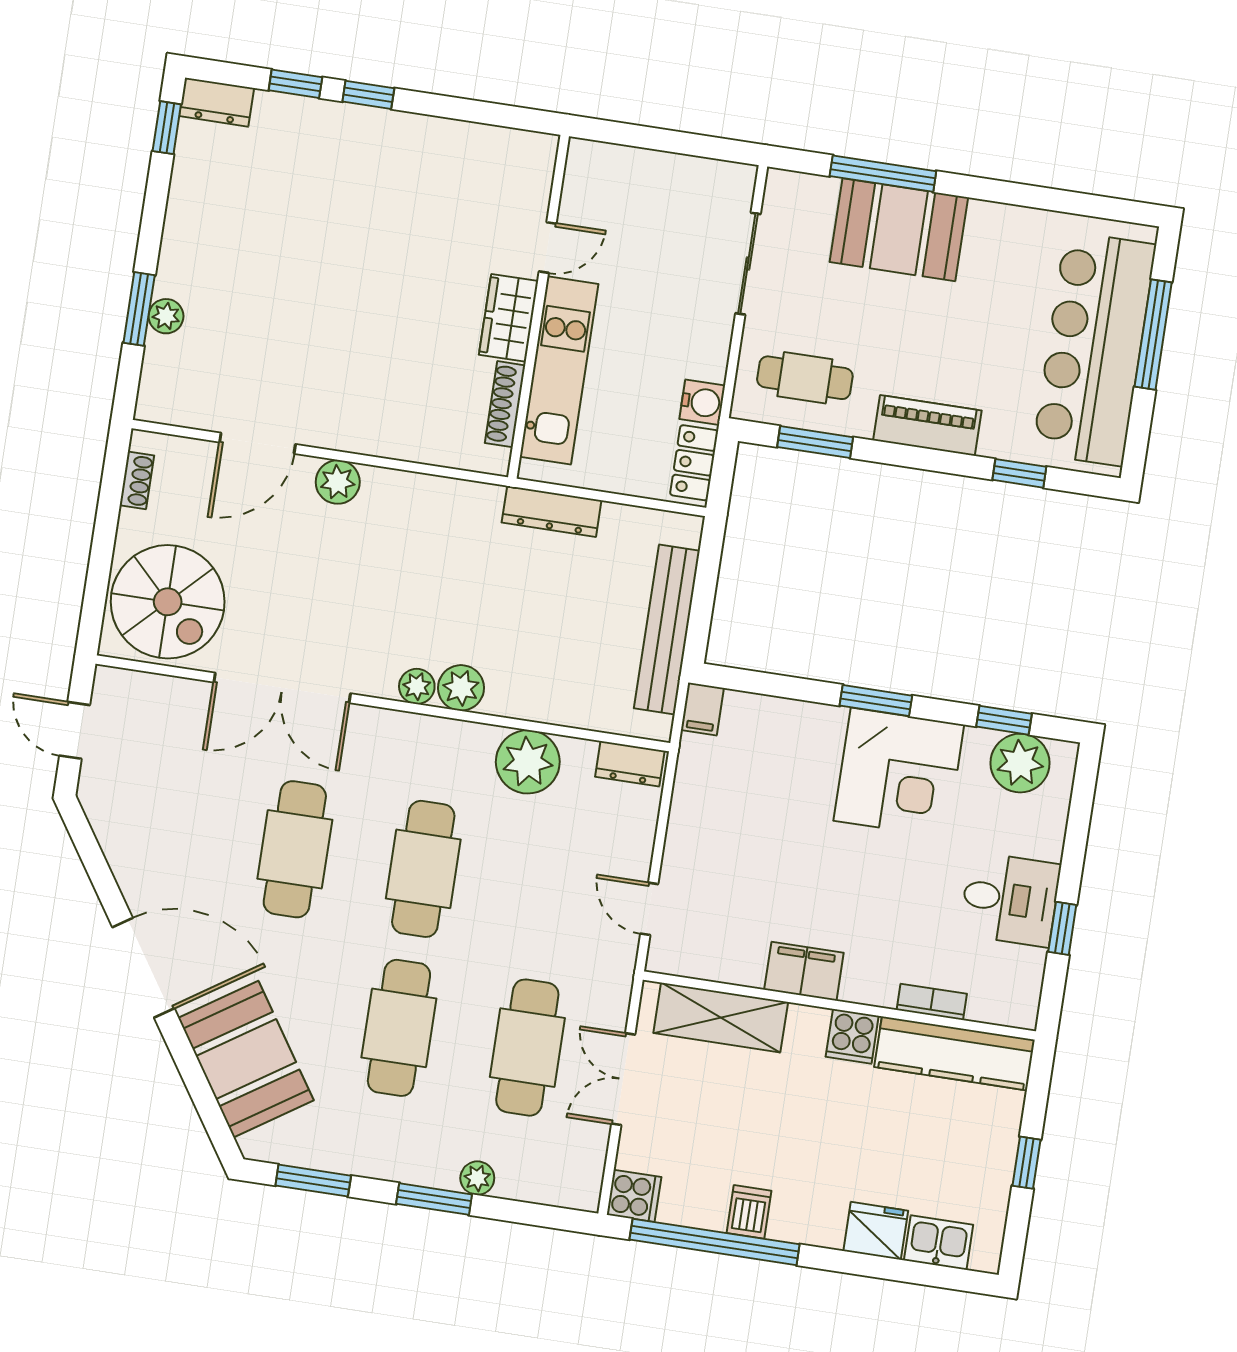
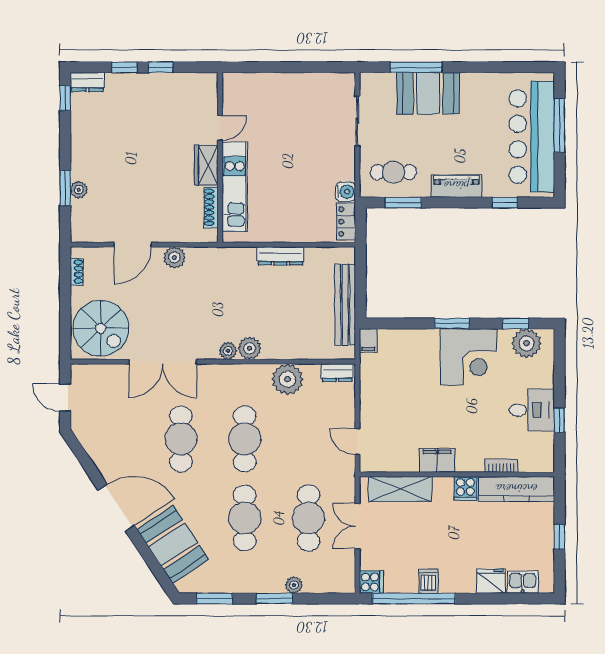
door: (548, 247) -> (220, 128), moved
wall: (539, 307) -> (220, 157), moved
wardrobe: (509, 318) -> (206, 165), moved
kitchen unit: (559, 370) -> (235, 187), moved
shoe rack: (505, 404) -> (211, 207), moved

